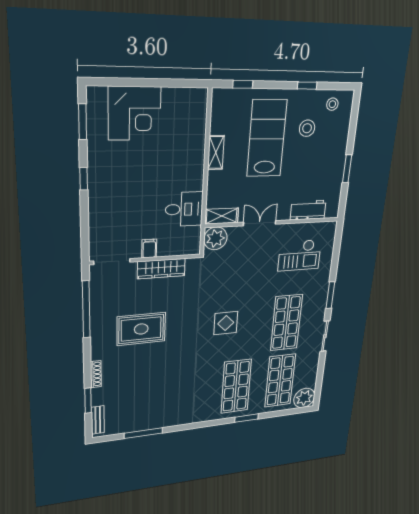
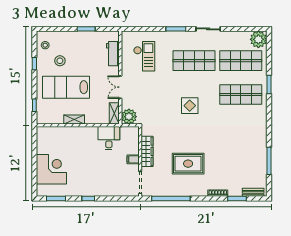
rug: (141, 329) -> (188, 164), turned 90

